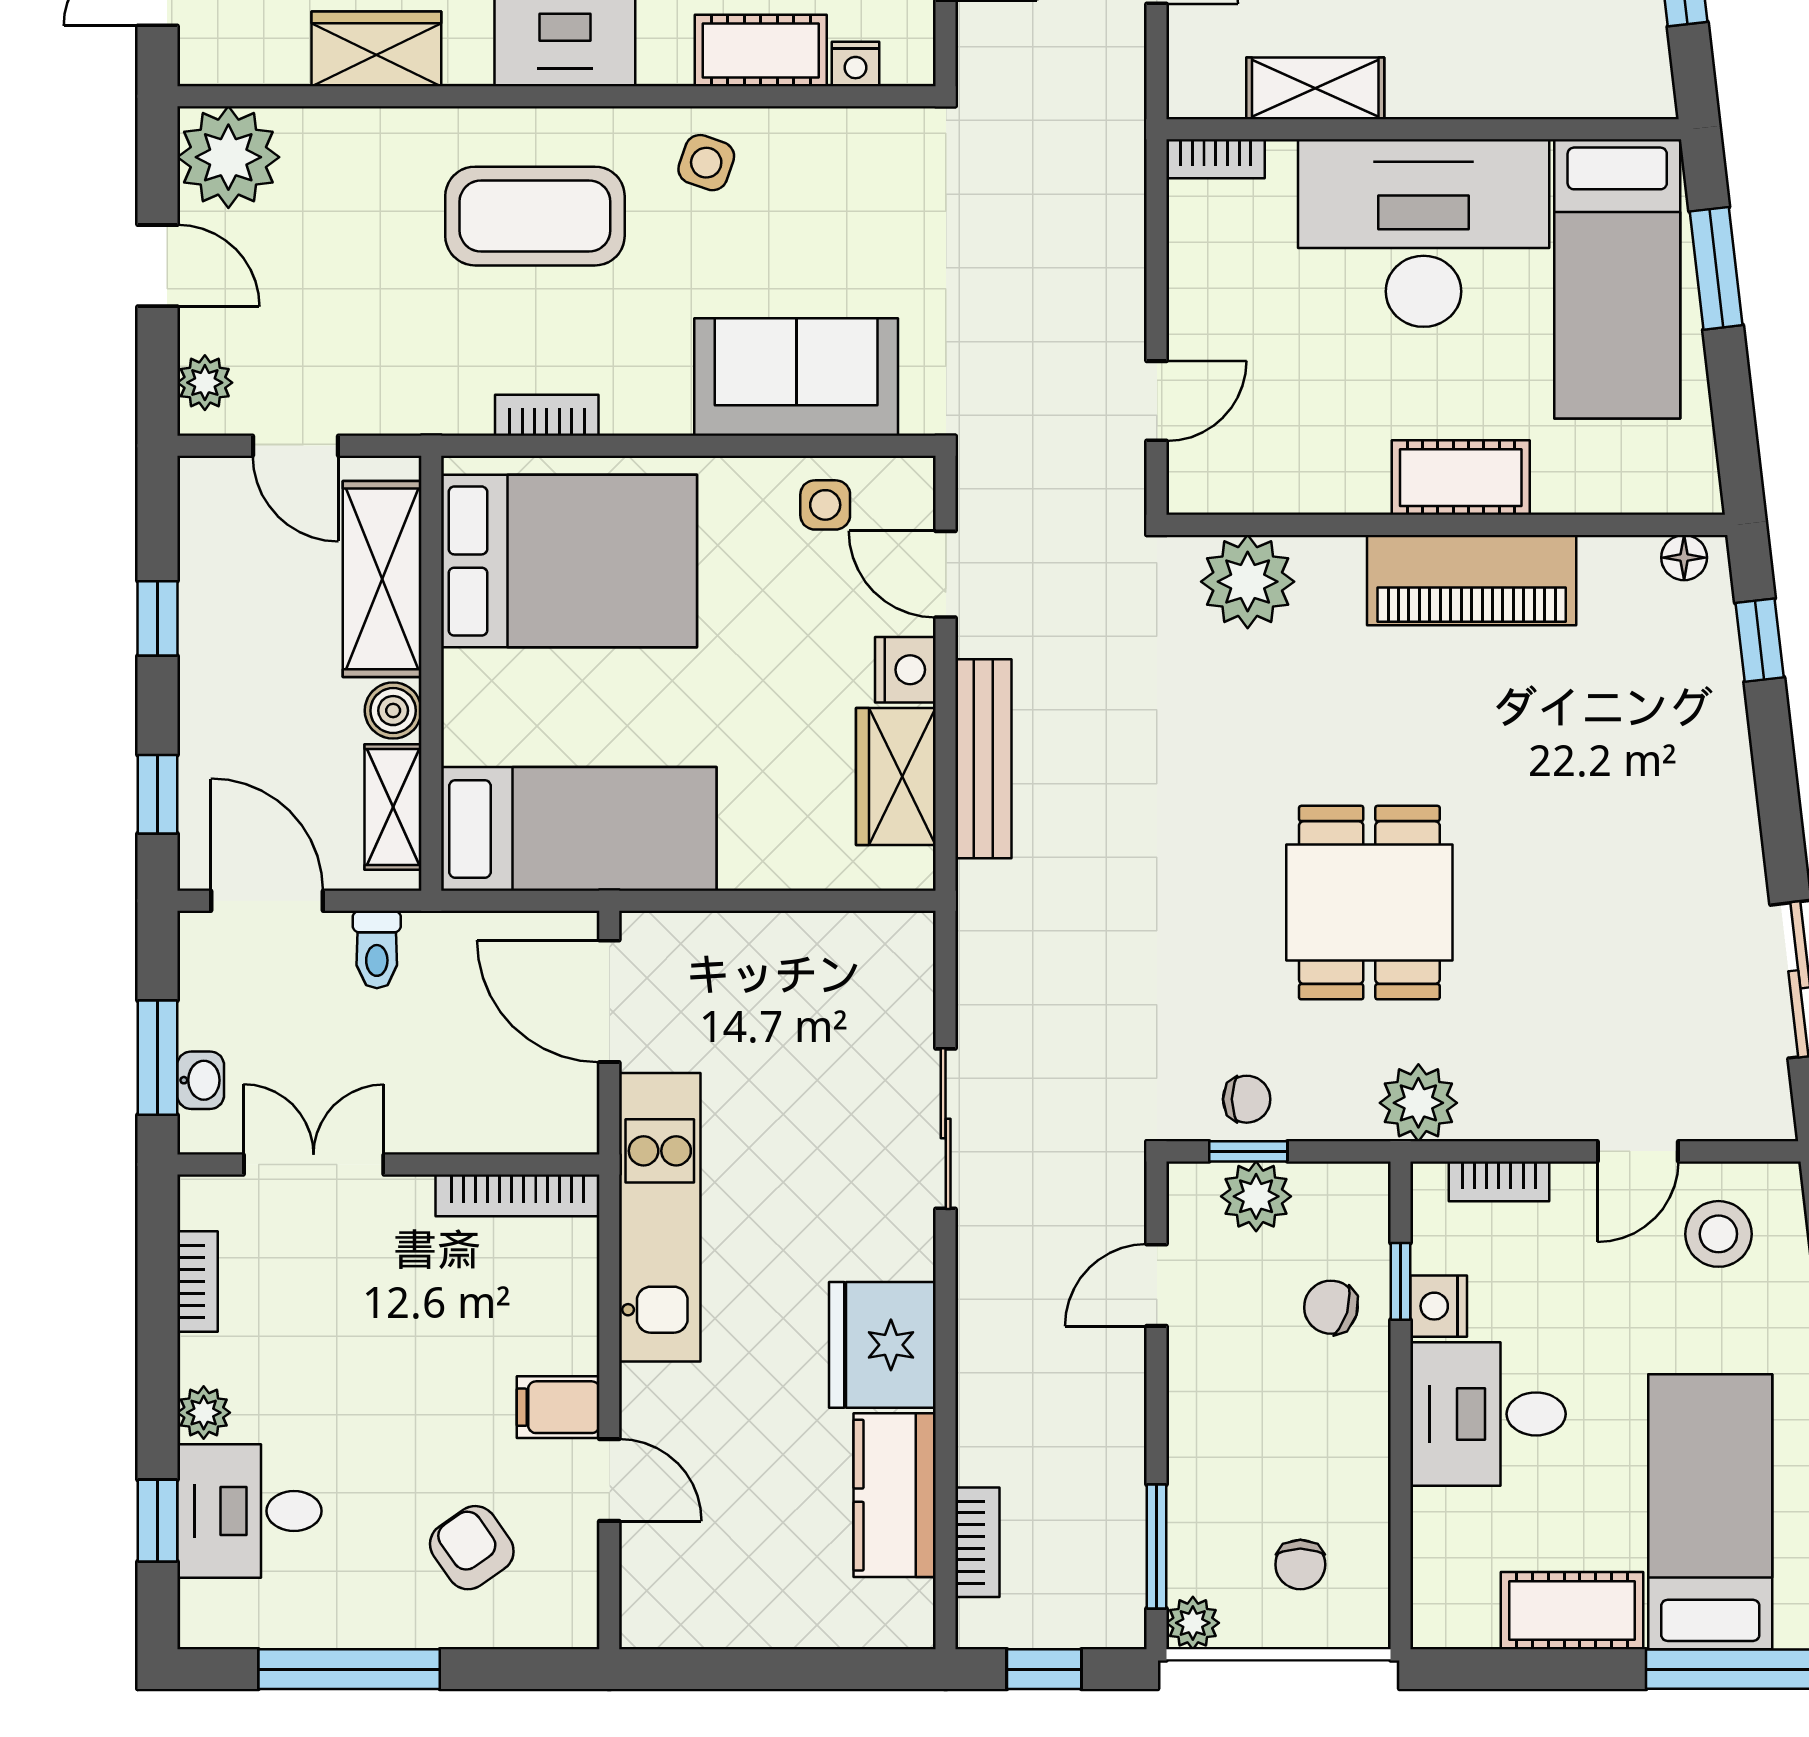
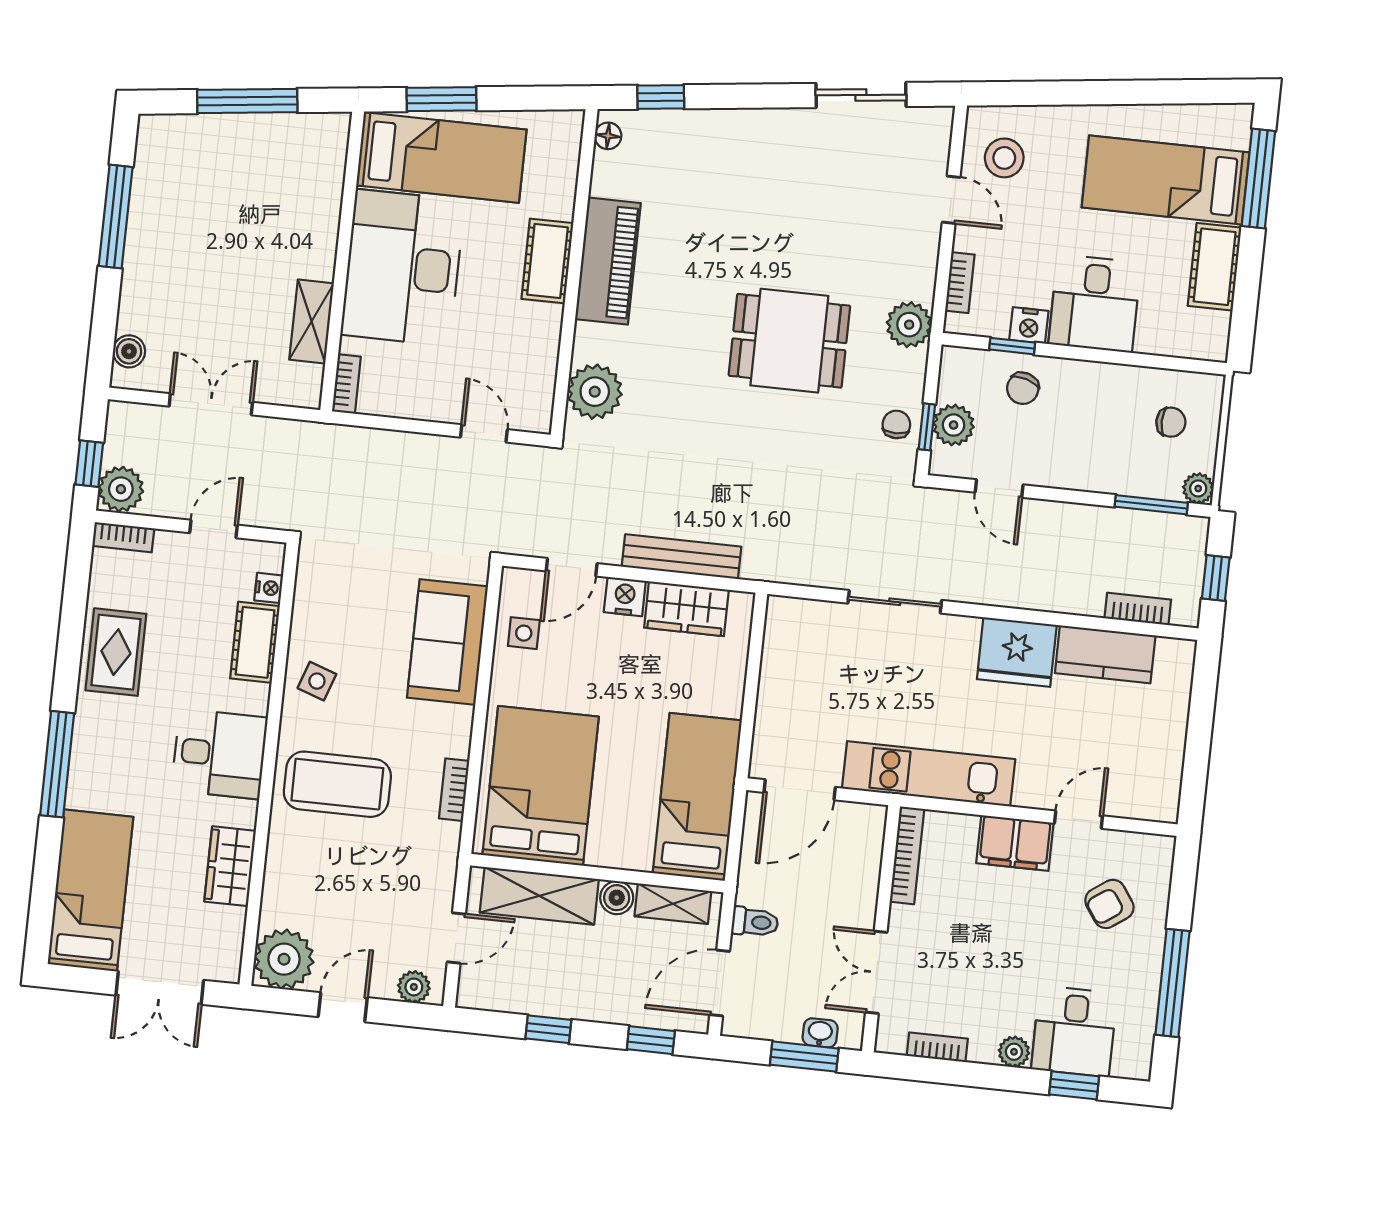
coffee table: (535, 216) -> (337, 784), turned 90
filing cabinet: (558, 1407) -> (1015, 843), width x2.00

